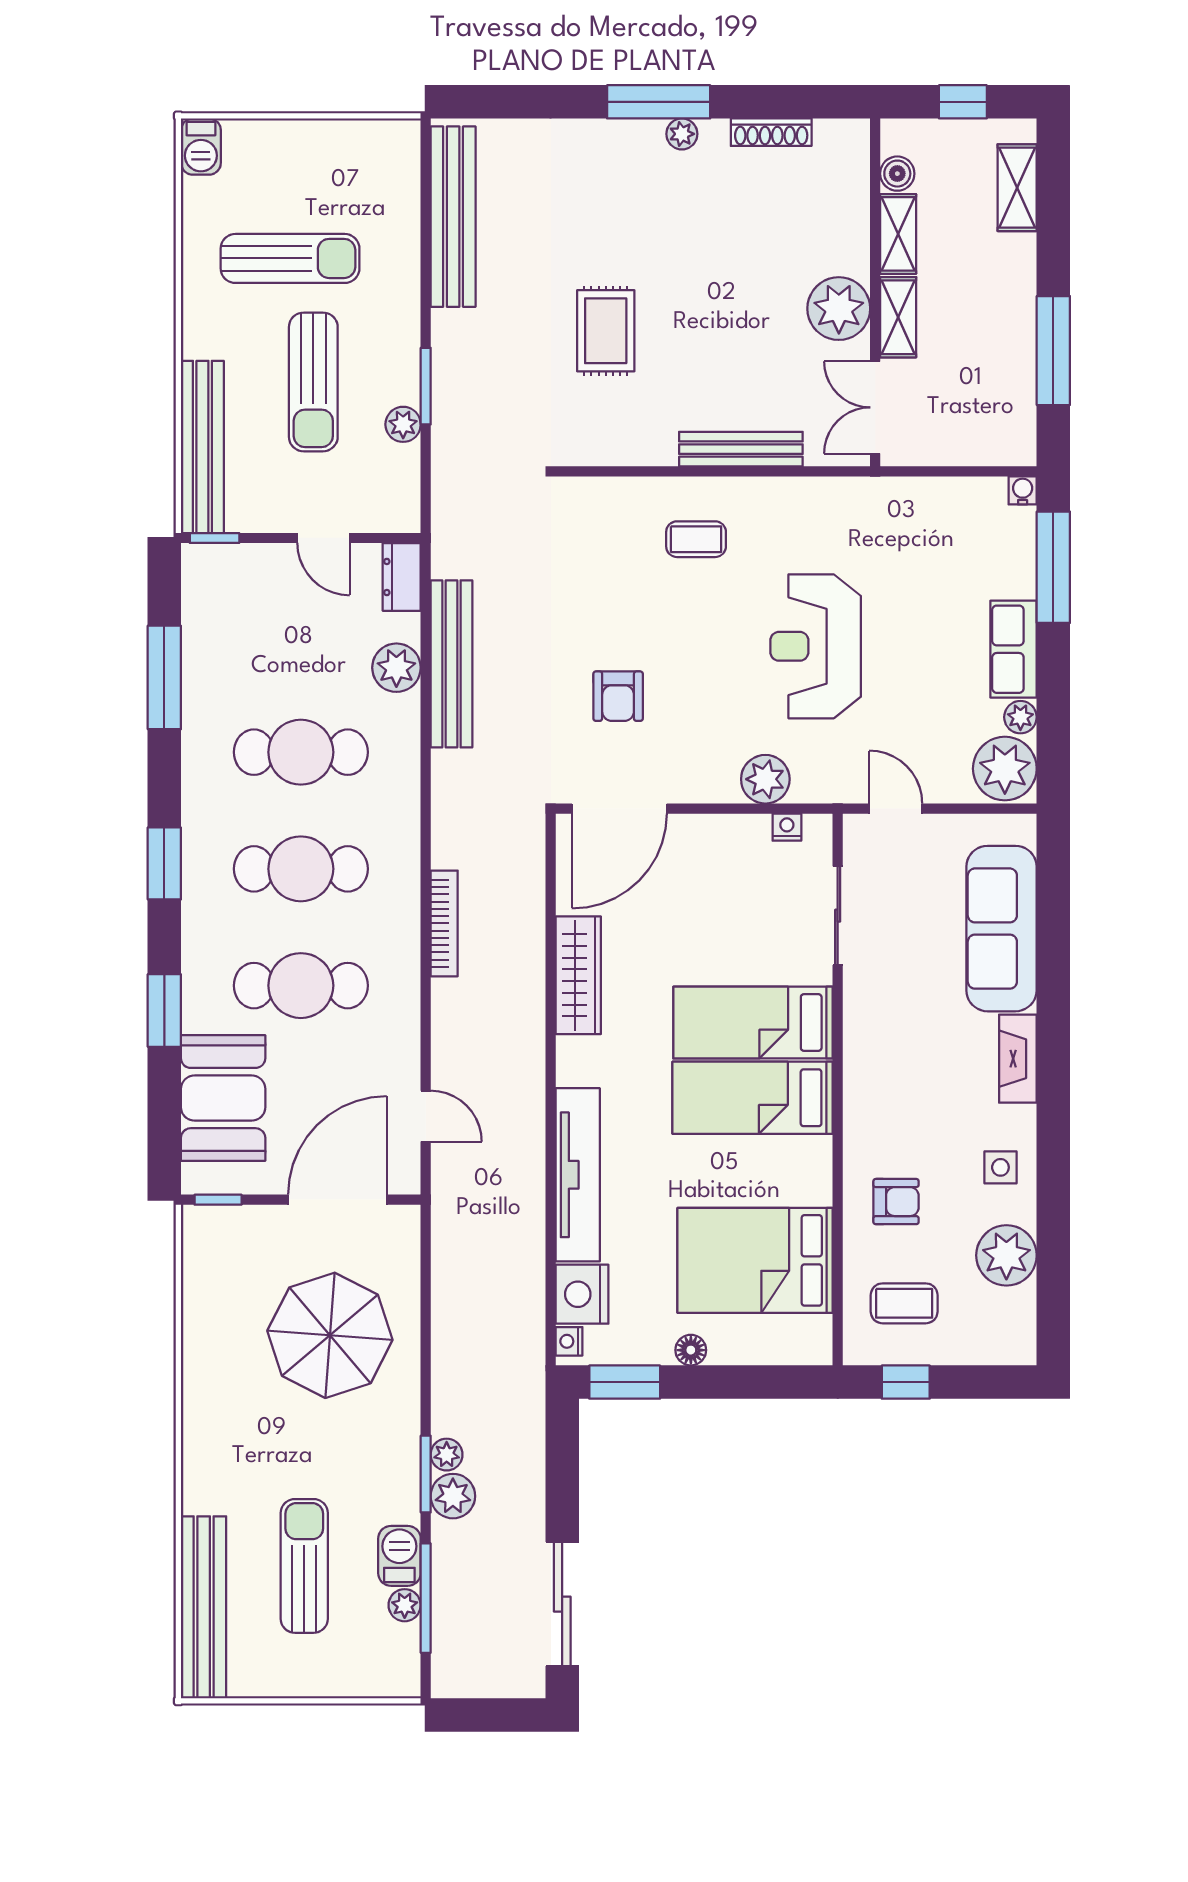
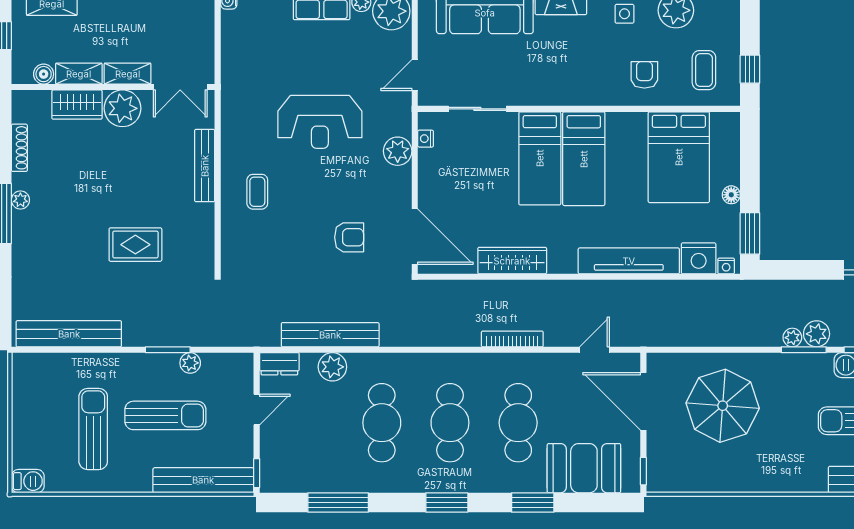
wardrobe: (845, 231) -> (77, 105), added
bookcase: (444, 923) -> (512, 339), moved

